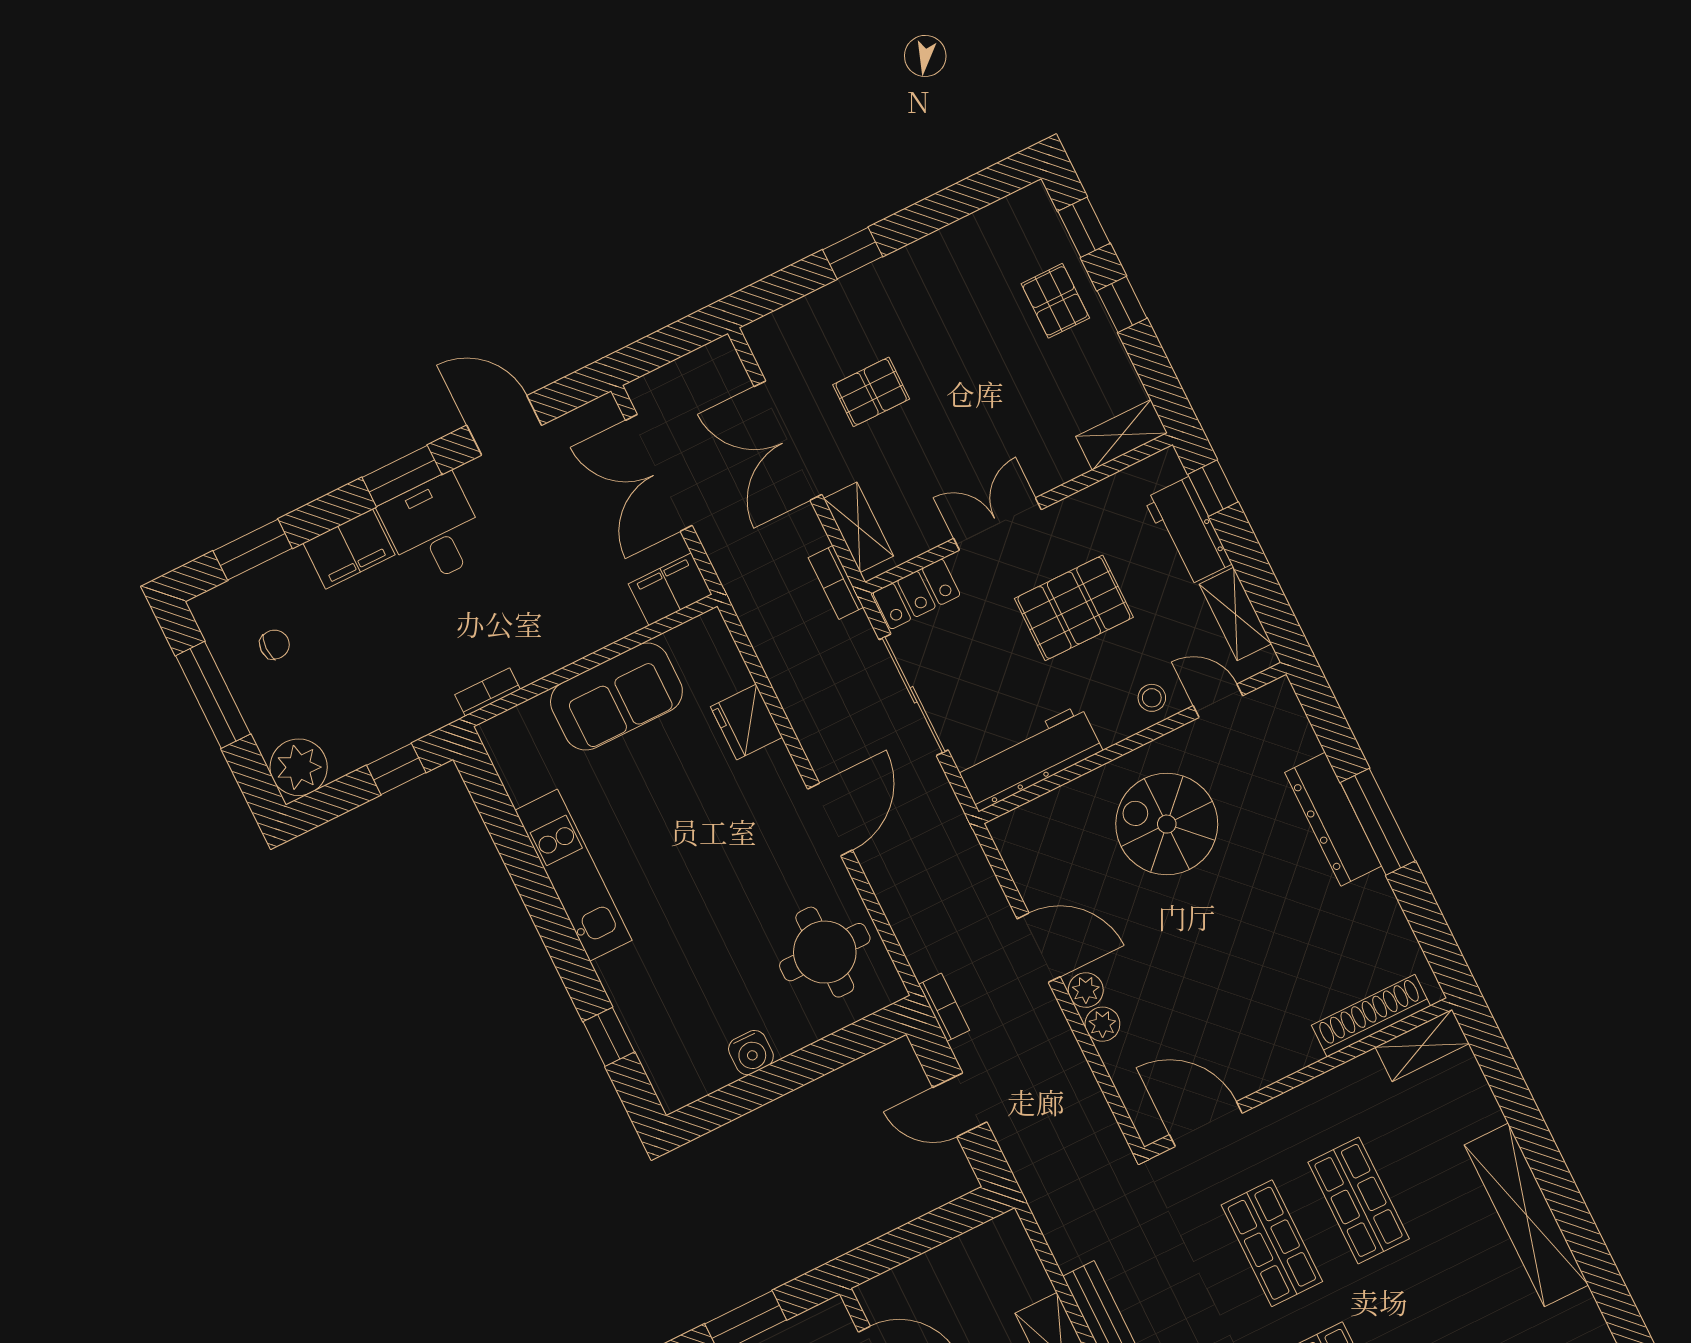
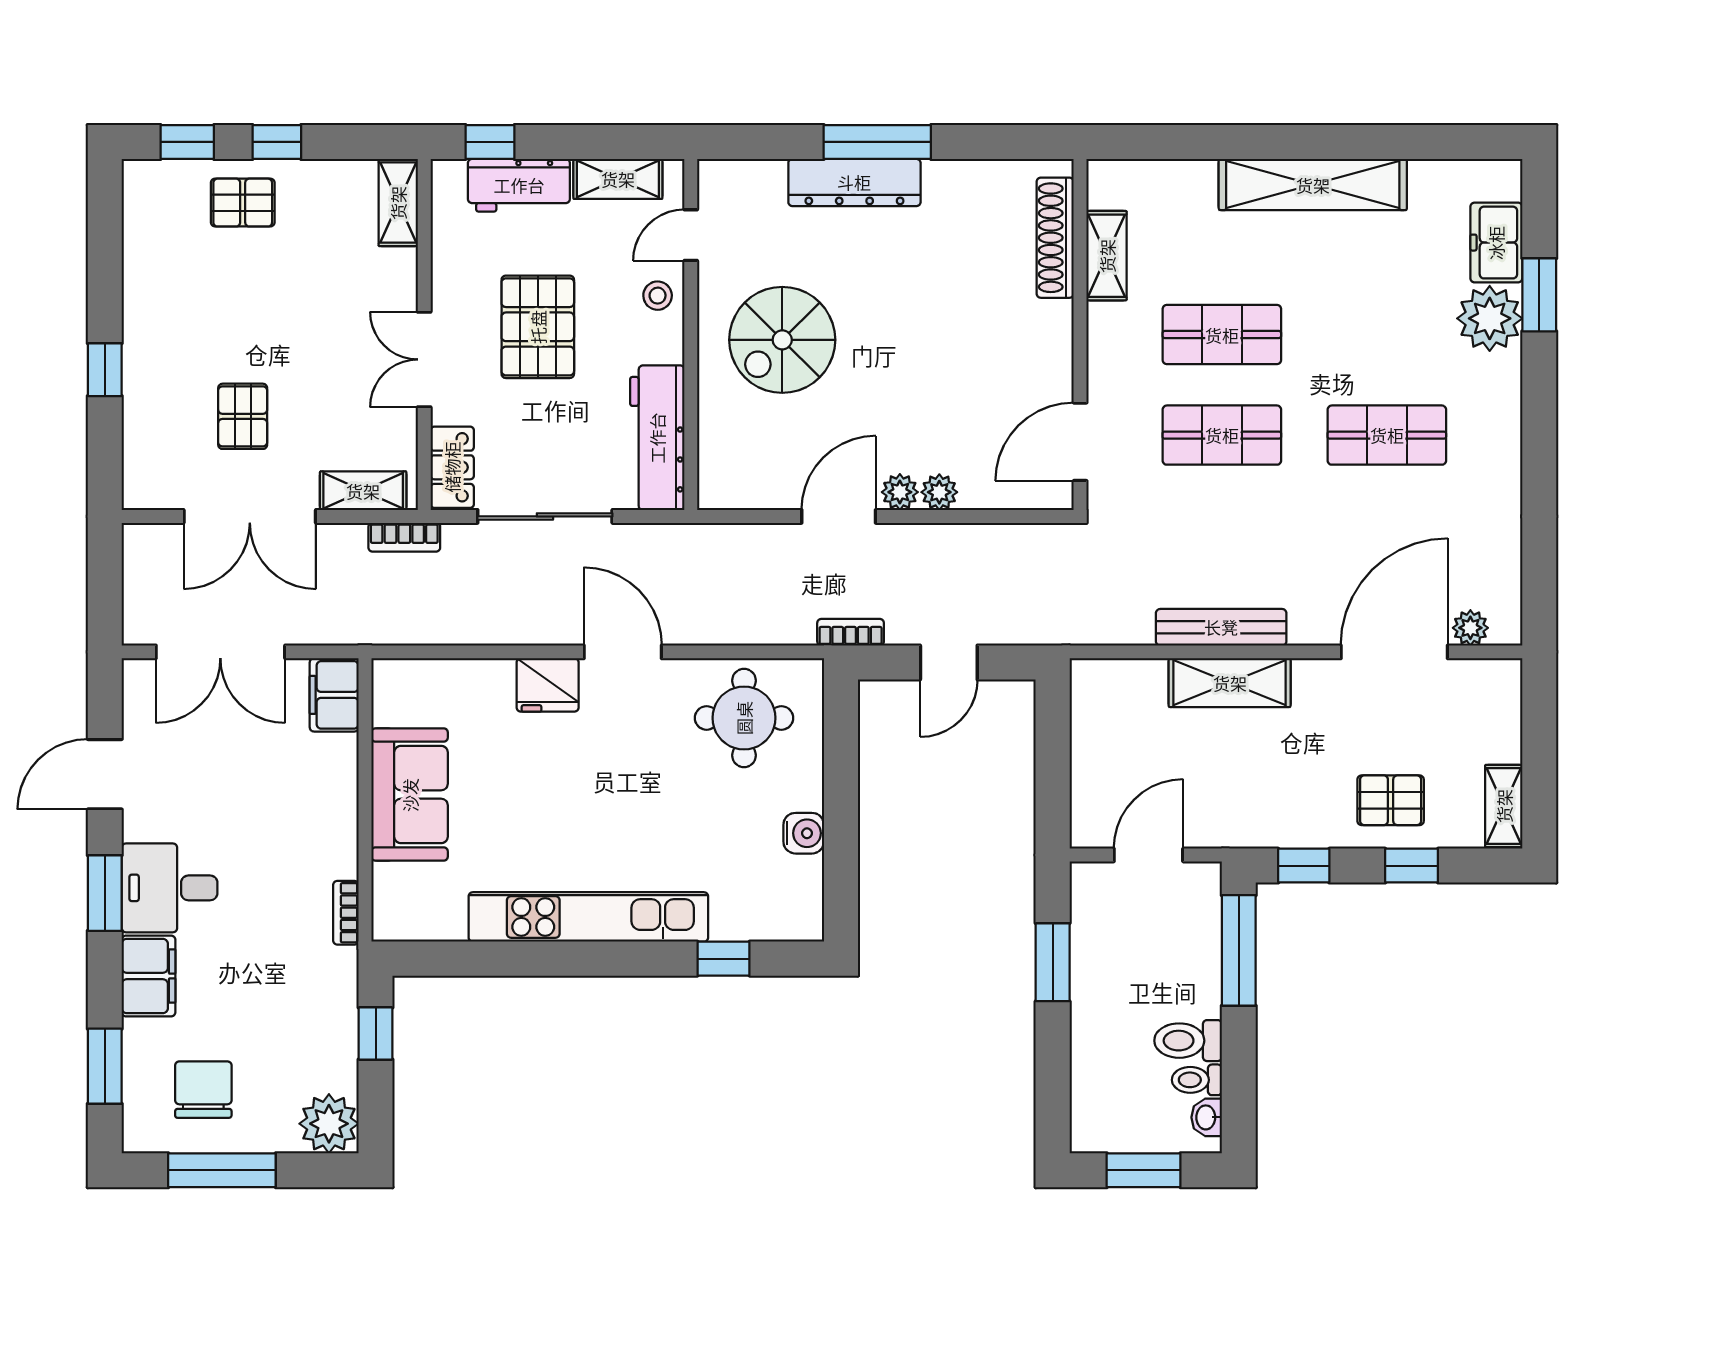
chair: (275, 645) -> (203, 1090), width x1.87, depth x1.87
fridge: (747, 722) -> (548, 685), moved
kitchen unit: (574, 875) -> (588, 917), width x1.36
shelving: (1422, 1045) -> (1107, 256), moved

